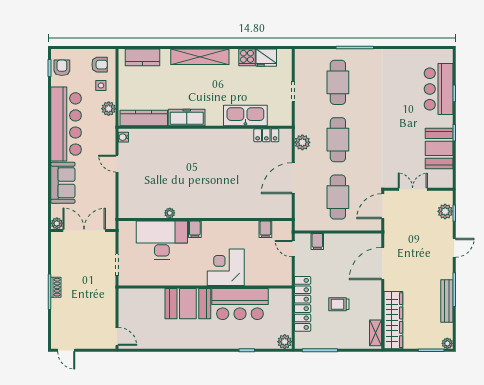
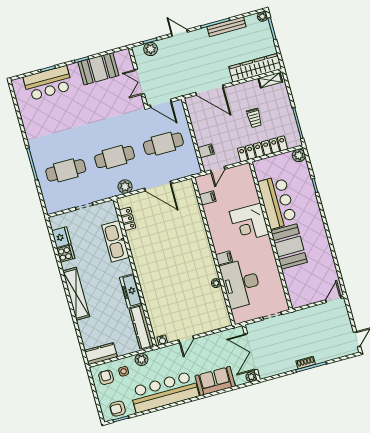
kitchen counter: (142, 57) -> (101, 354), moved, turned -90

